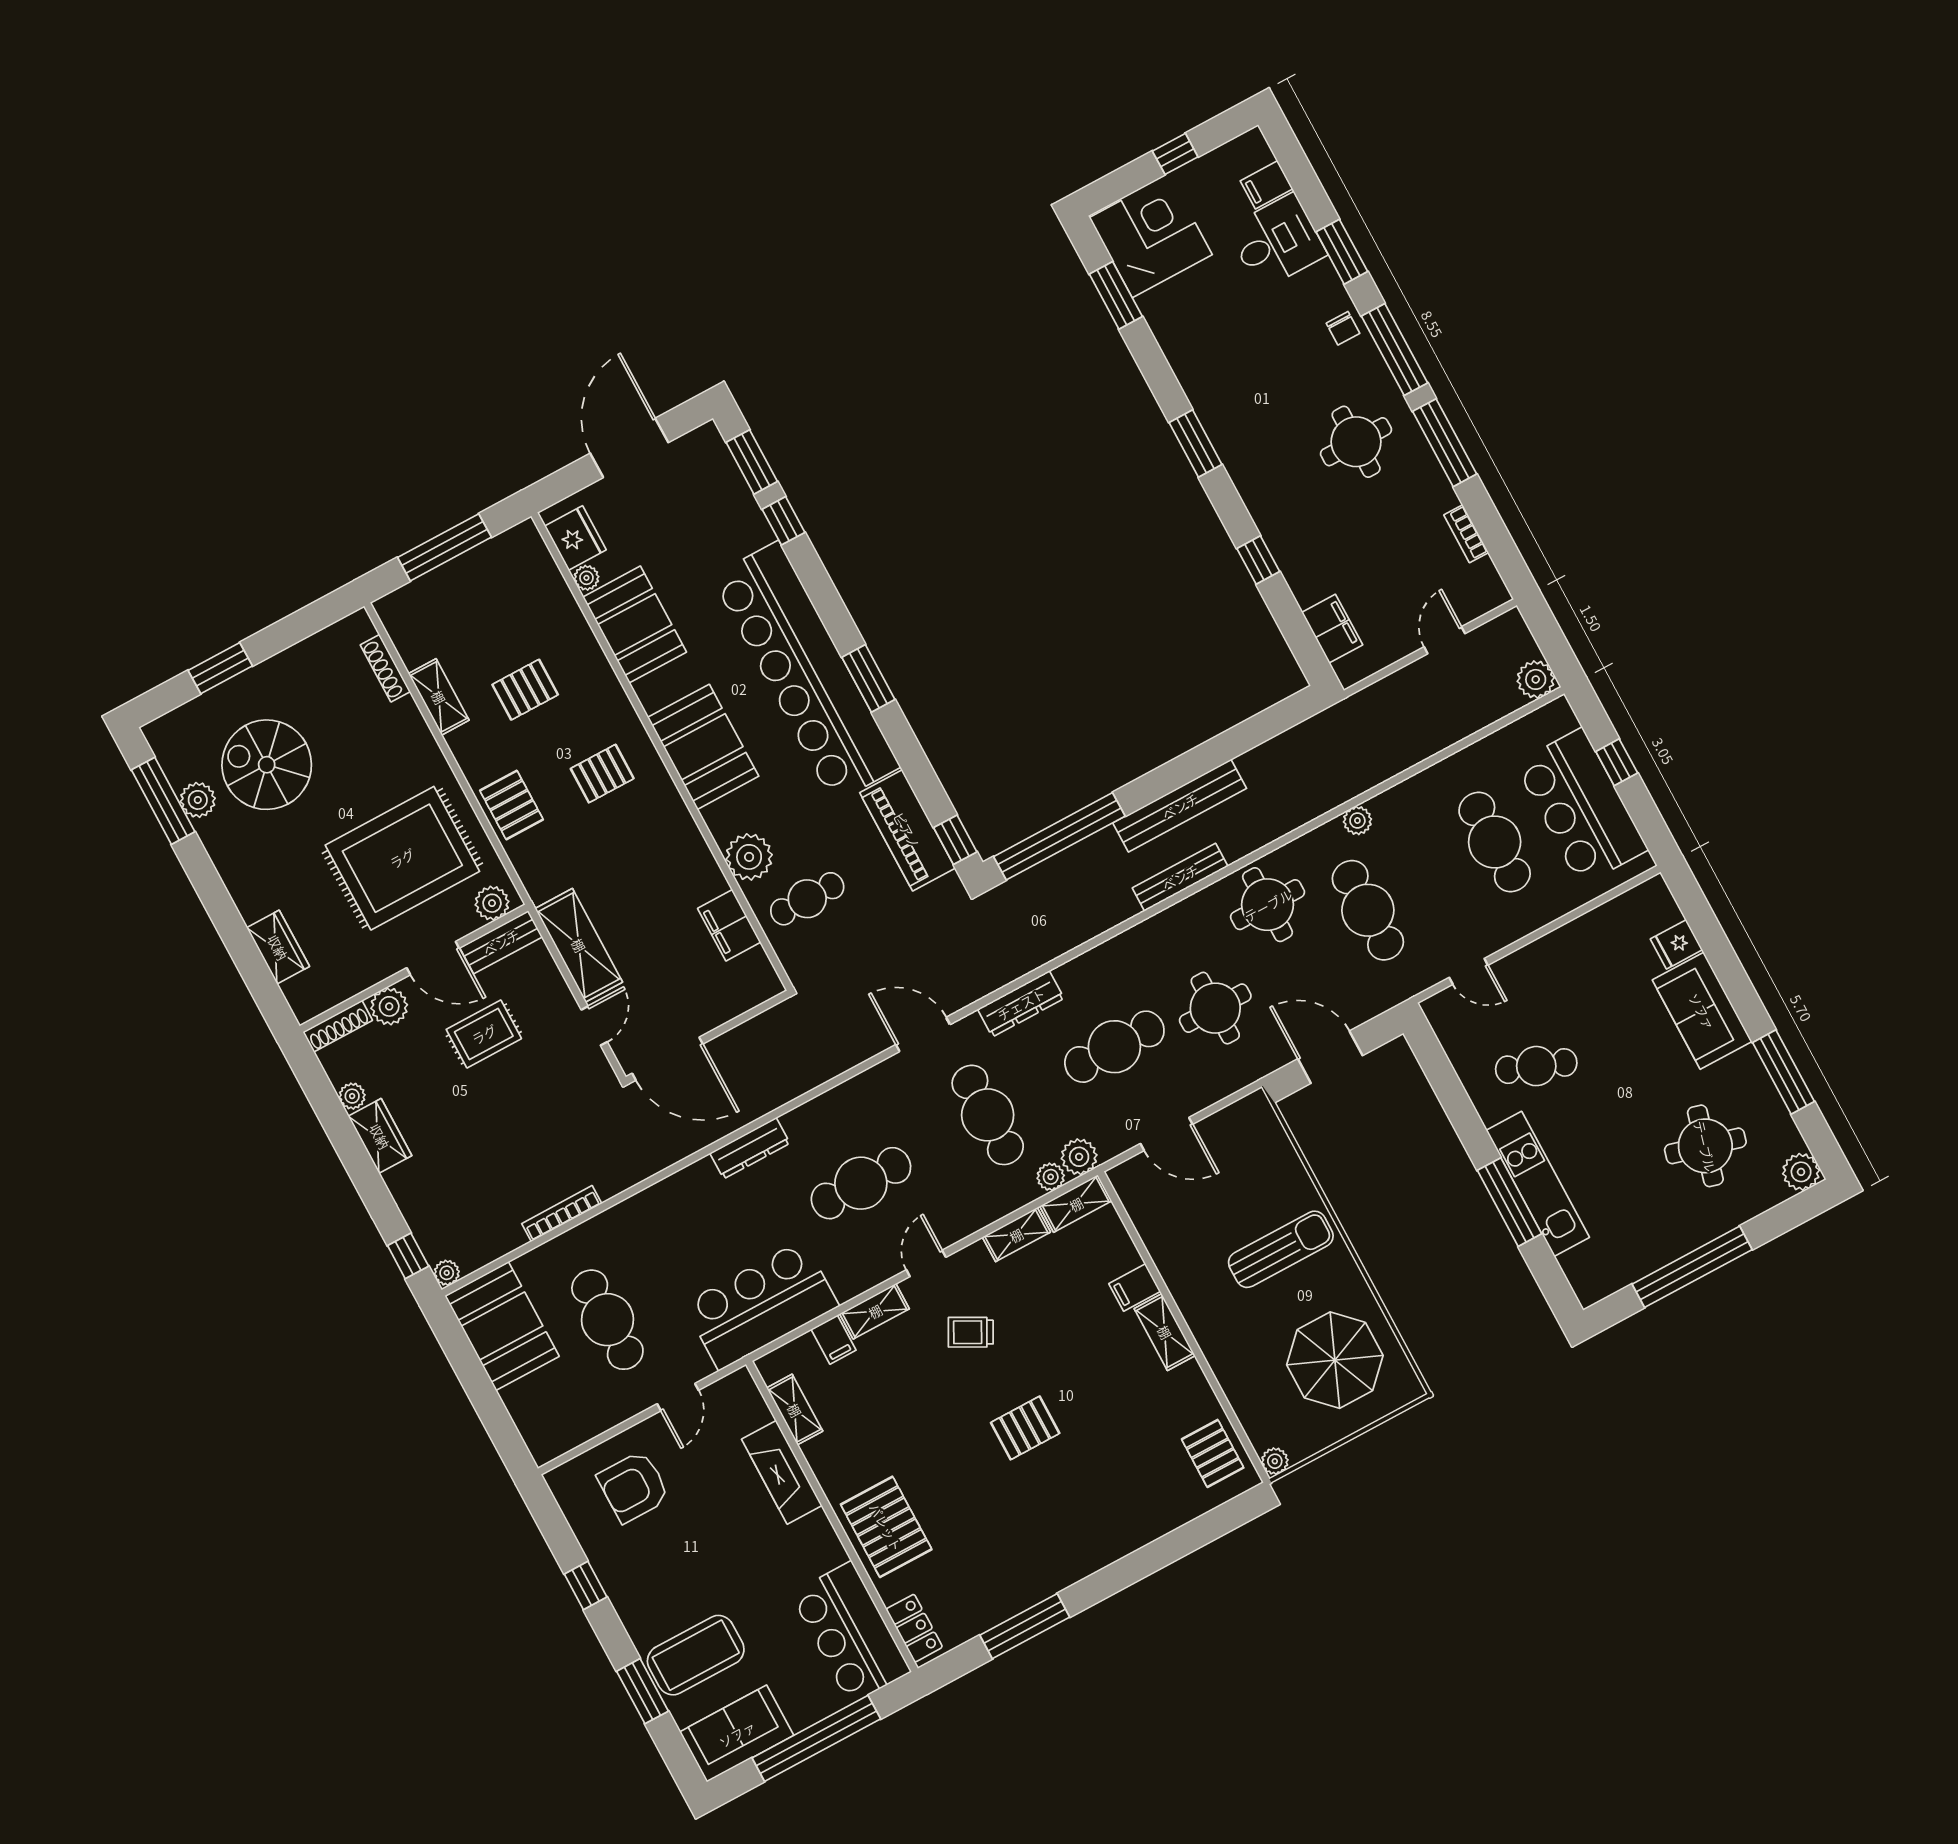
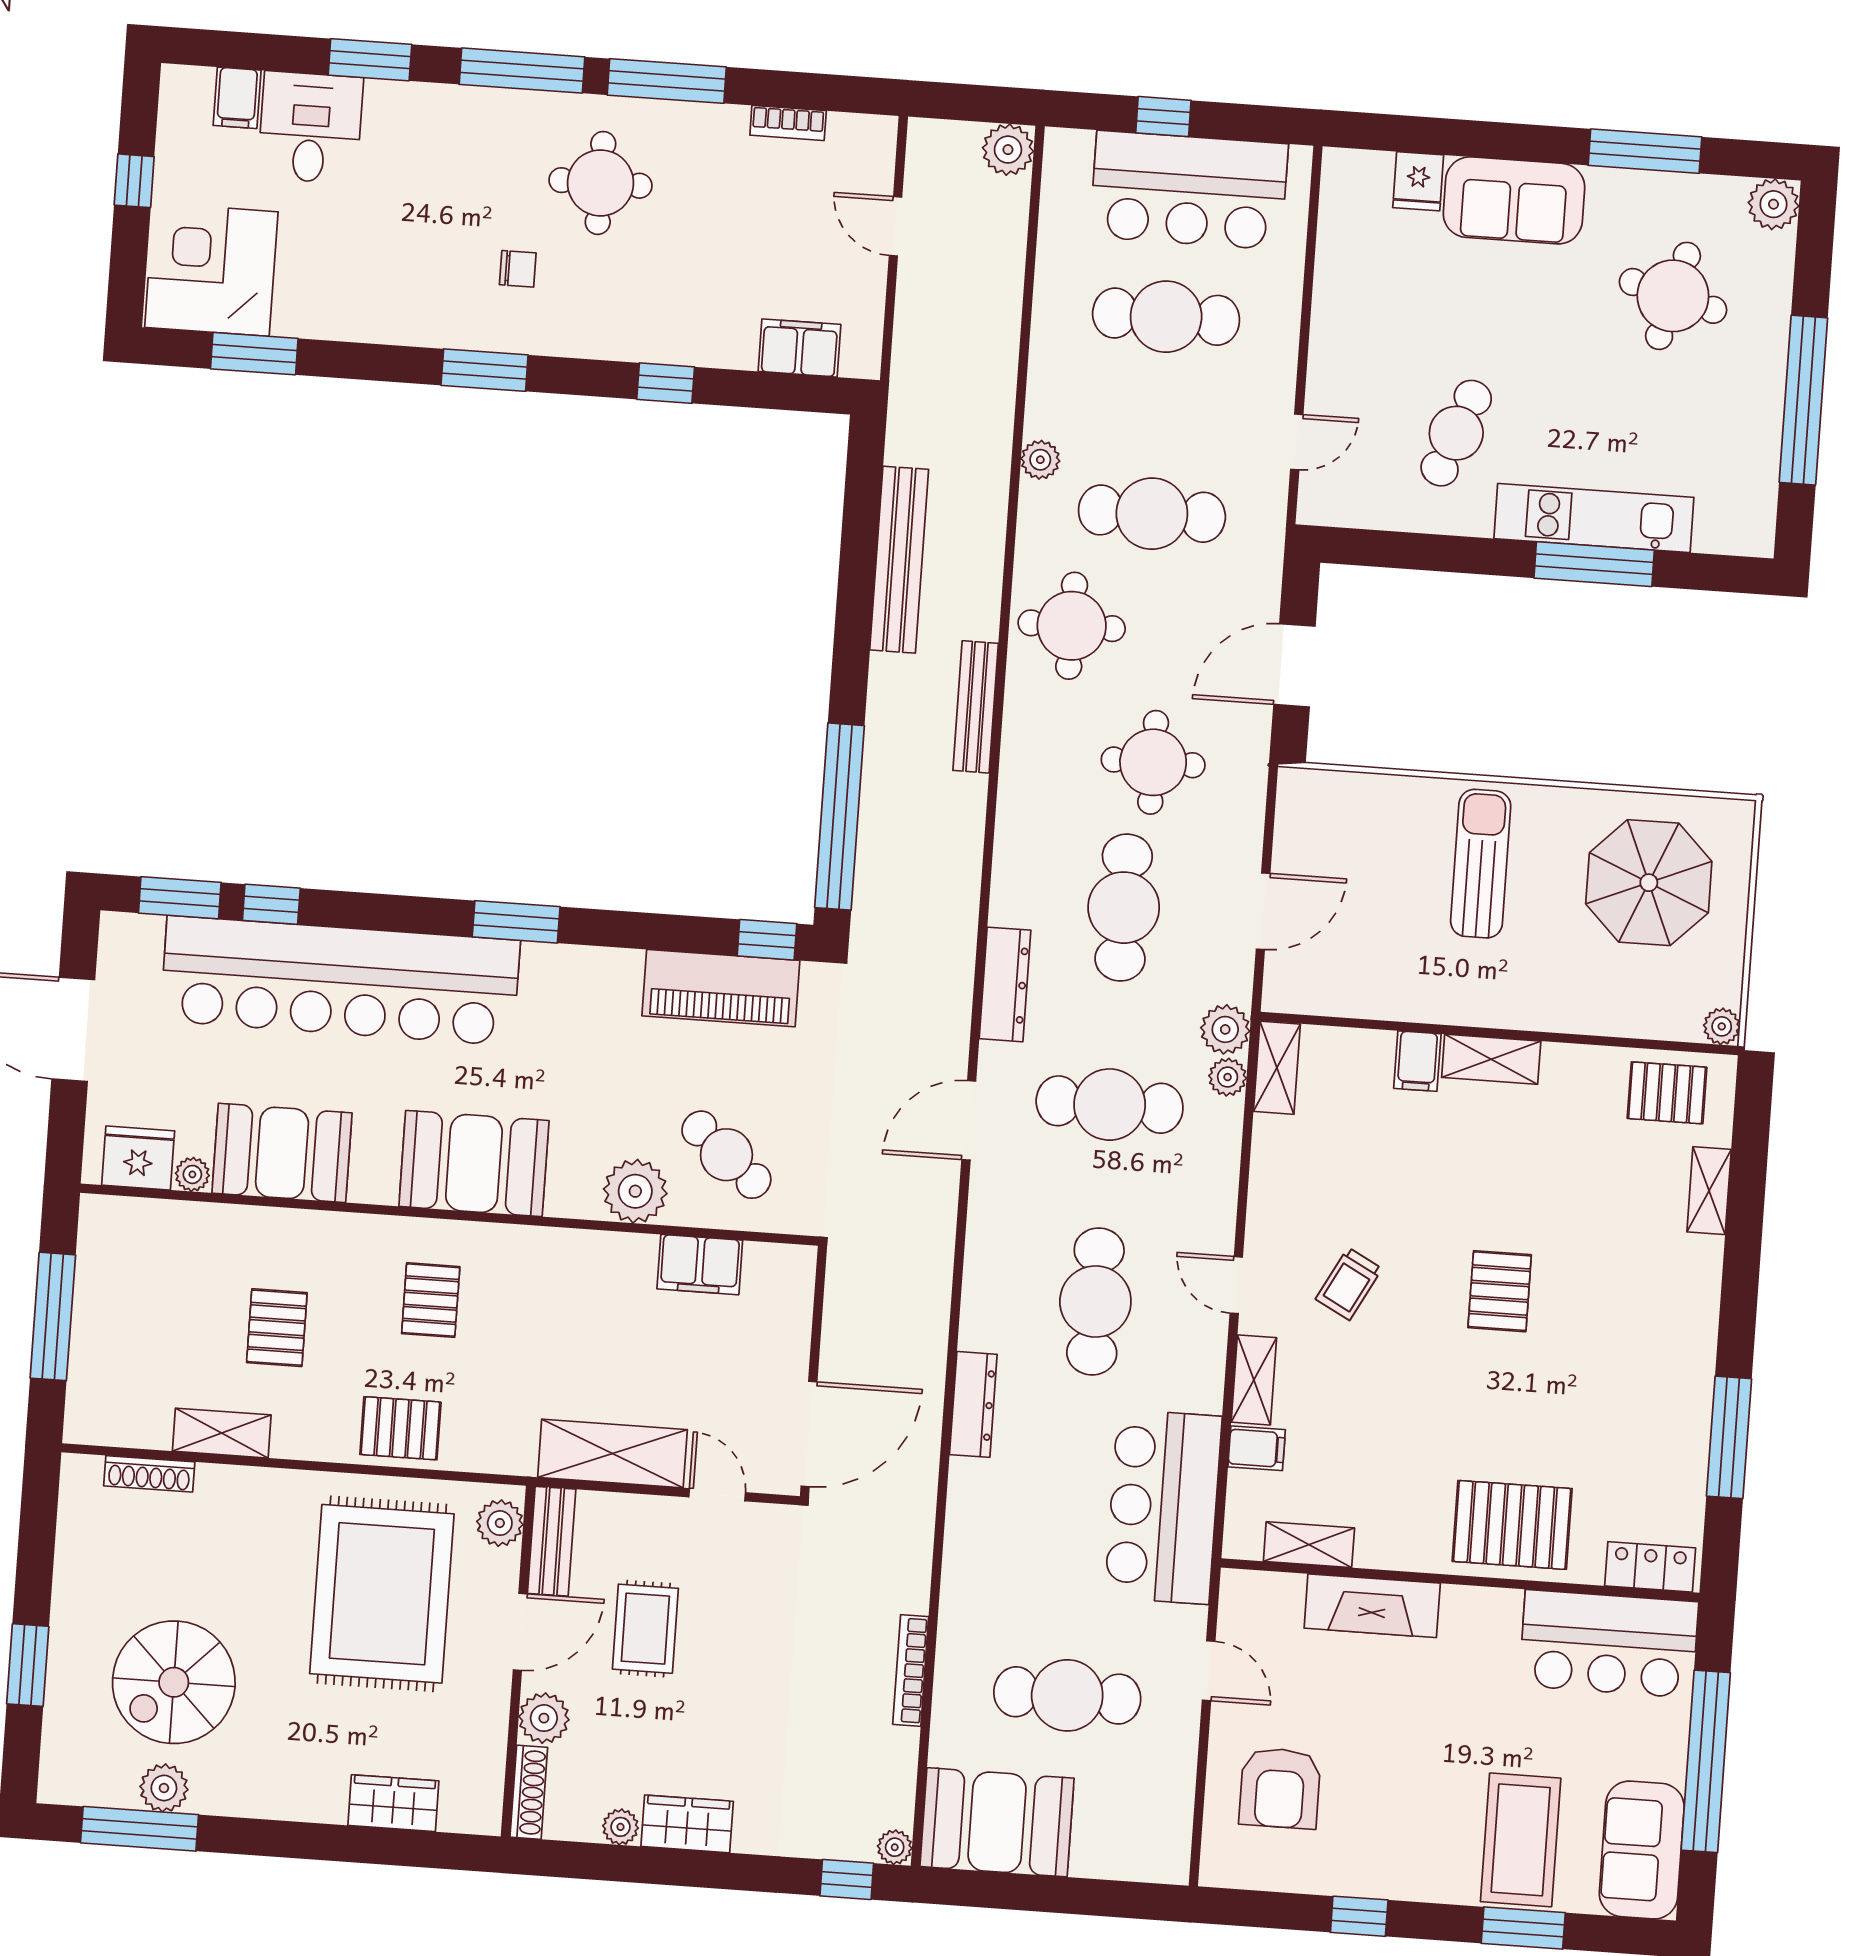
chair: (1343, 328) -> (518, 269), moved
bar counter: (806, 672) -> (340, 981), moved
bench: (1180, 806) -> (899, 560), moved
cafe table: (807, 899) -> (726, 1155), turned -50
shelving: (1016, 1235) -> (1709, 1191), moved

